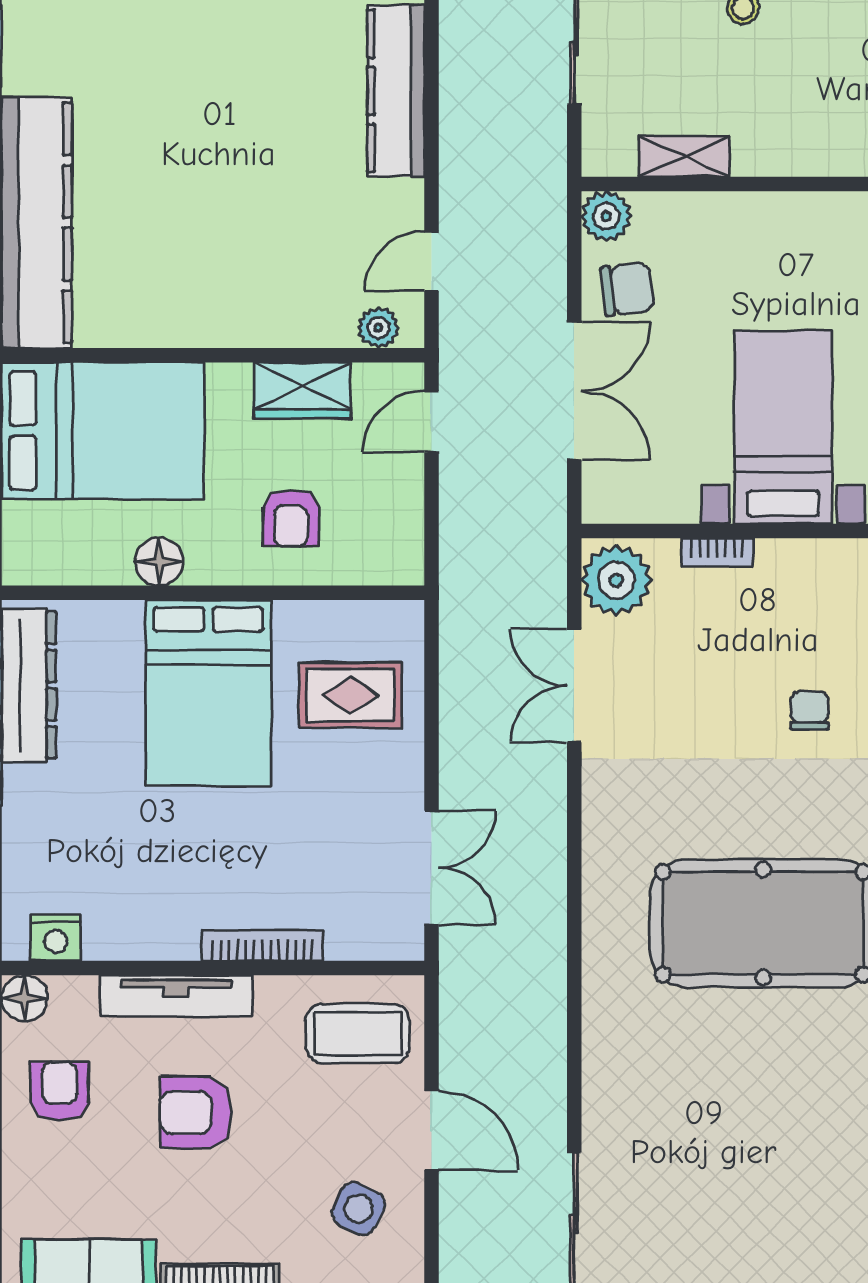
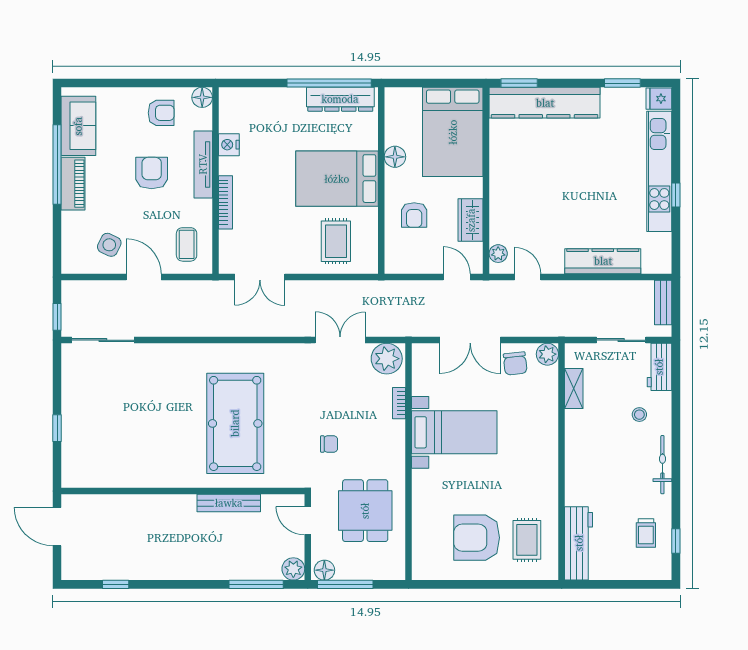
armchair: (291, 518) -> (414, 215), turned -90
nightstand: (56, 938) -> (229, 145), moved
coffee table: (358, 1034) -> (187, 244), width x0.73, depth x0.77
door: (432, 1130) -> (144, 277), swing flipped

